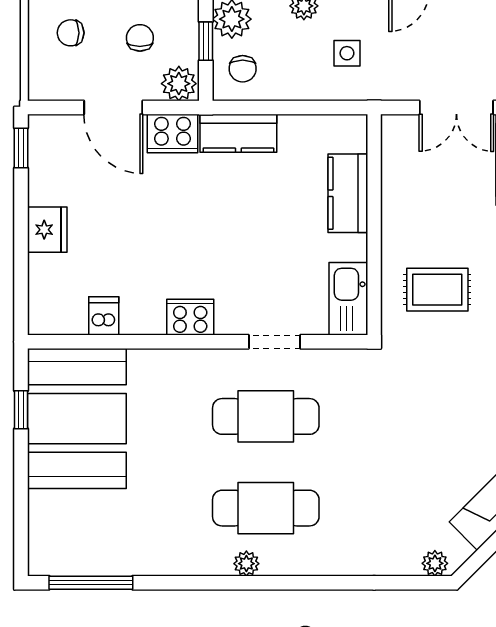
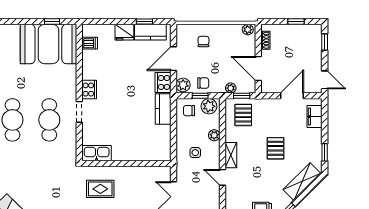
chair: (140, 38) -> (203, 83), moved
window: (21, 148) -> (144, 22), moved
kitchen counter: (348, 193) -> (150, 32), moved, turned 180
rug: (437, 290) -> (100, 189), turned 90
dishwasher: (104, 316) -> (90, 43), moved
doorway: (274, 342) -> (79, 112), moved

